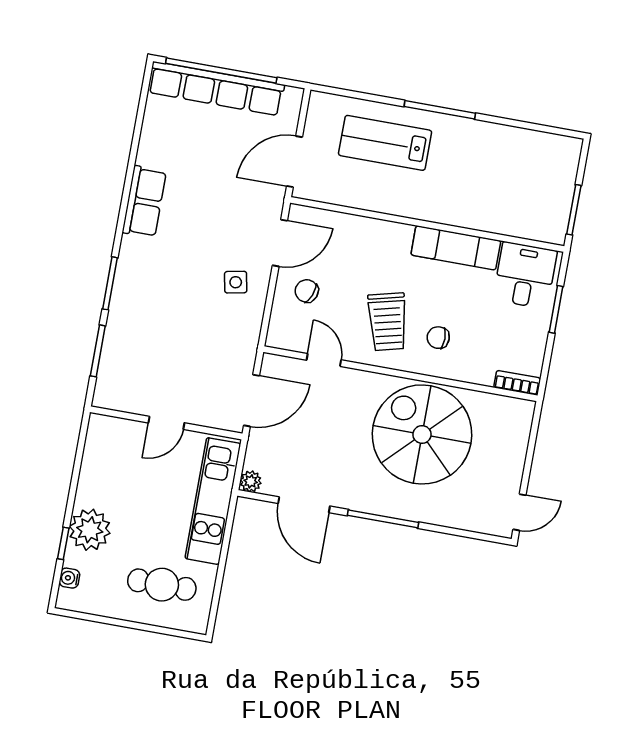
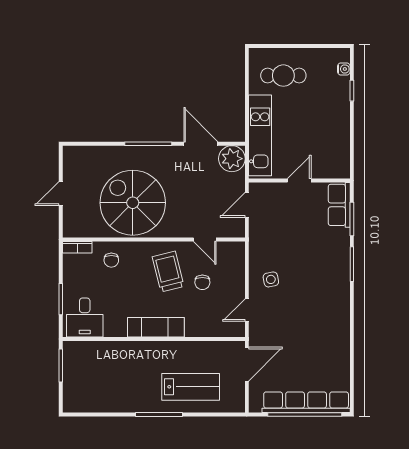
row of seats: (144, 202) -> (339, 205), moved
door: (280, 243) -> (247, 310), width x0.73
exam couch: (456, 248) -> (156, 327), moved
chair: (307, 291) -> (202, 282), moved, turned 69
chair: (438, 338) -> (111, 260), moved, turned 90
door: (251, 400) -> (247, 205), width x0.73
spiral stairs: (422, 434) -> (133, 203), turned 180
plant: (251, 481) -> (232, 159), width x1.88, depth x1.88
door: (519, 512) -> (61, 193), moved
plant: (90, 530) -> (336, 103), removed

